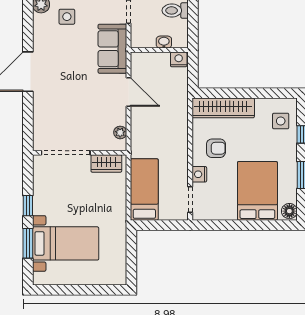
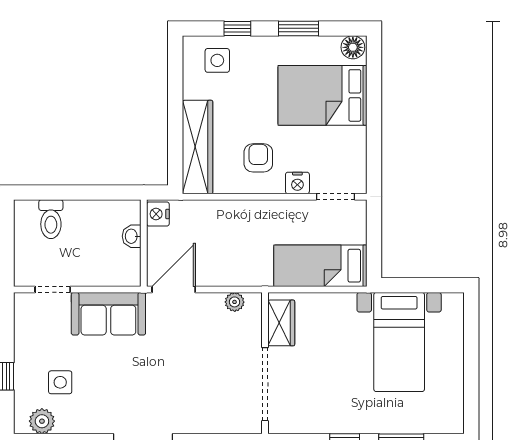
washbasin: (164, 42) -> (132, 236), moved
wall: (159, 50) -> (144, 243), moved
nightstand: (179, 59) -> (158, 214), moved
bed with nightstands: (66, 243) -> (399, 342), moved, turned 180

